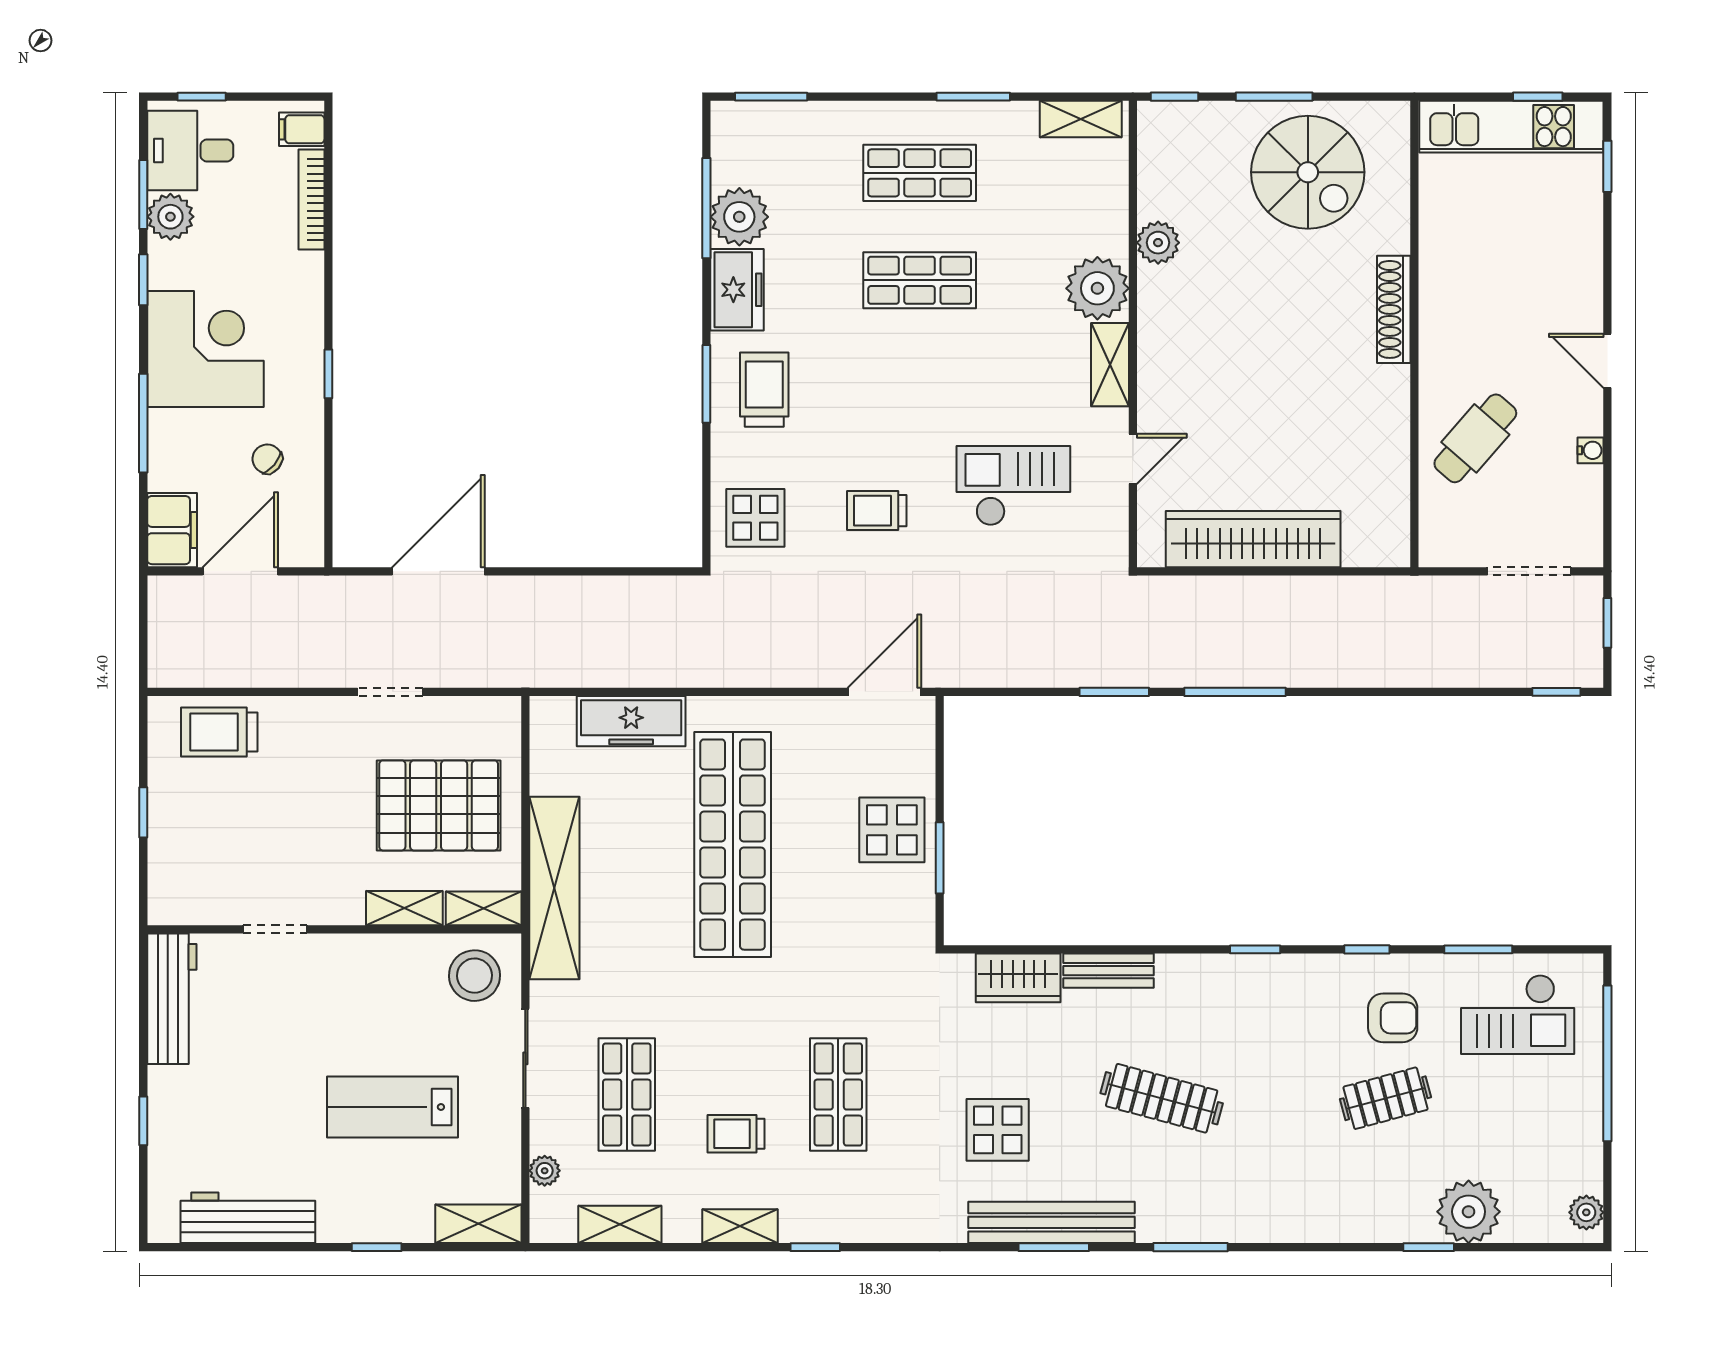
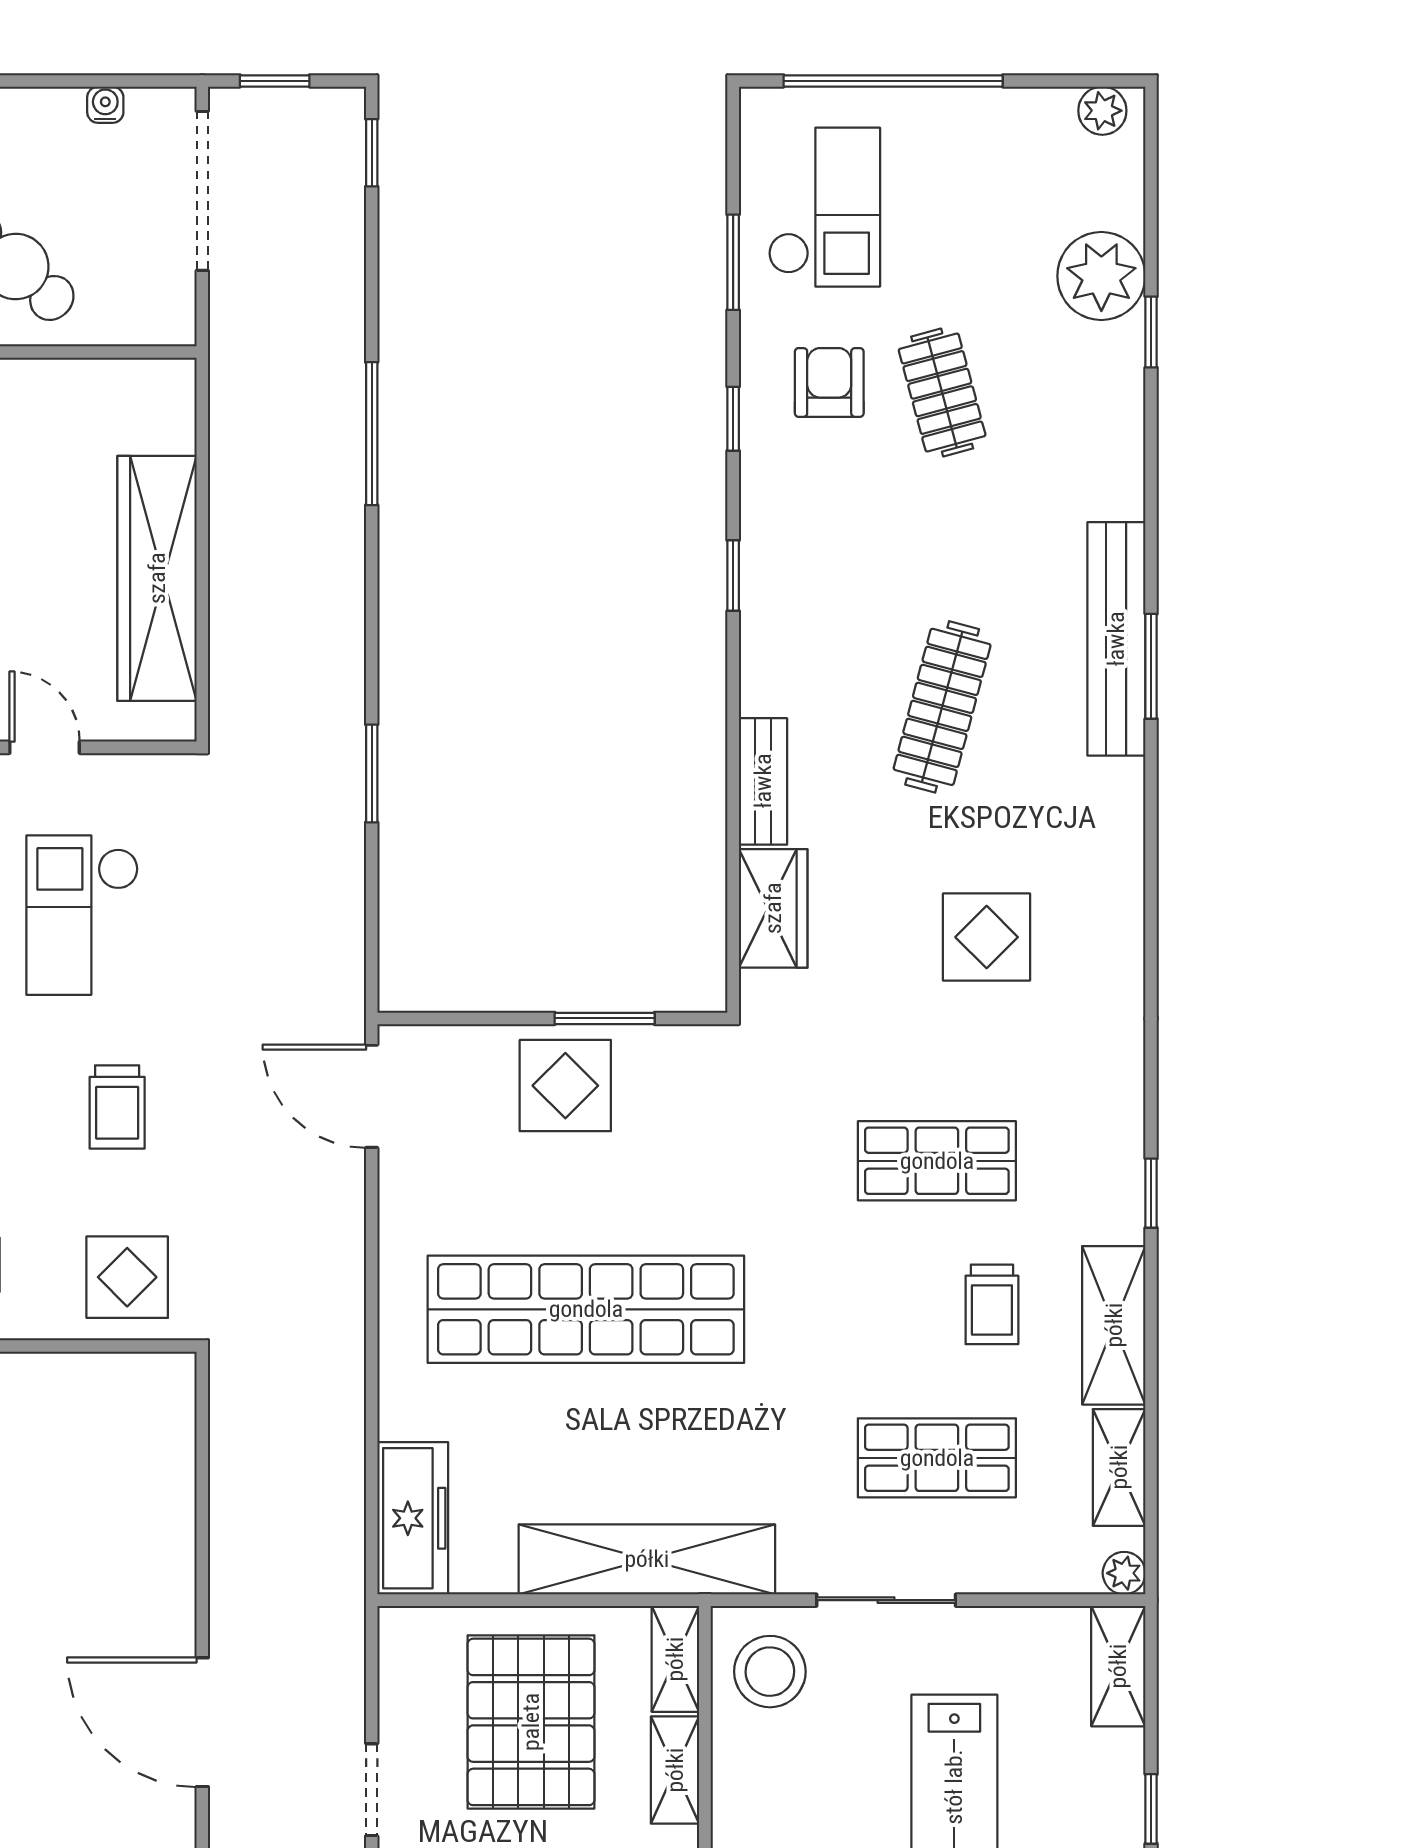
water cooler: (1591, 450) -> (105, 105), moved
doorway: (1529, 571) -> (202, 191), width x1.36
window: (1235, 692) -> (372, 434), moved
freezer: (631, 721) -> (413, 1518), moved
plant: (545, 1171) -> (1124, 1573), moved
bench: (1051, 1222) -> (1116, 639), moved
shelving: (740, 1226) -> (1114, 1325), width x1.50, depth x1.33
window: (1054, 1247) -> (1151, 858), removed

